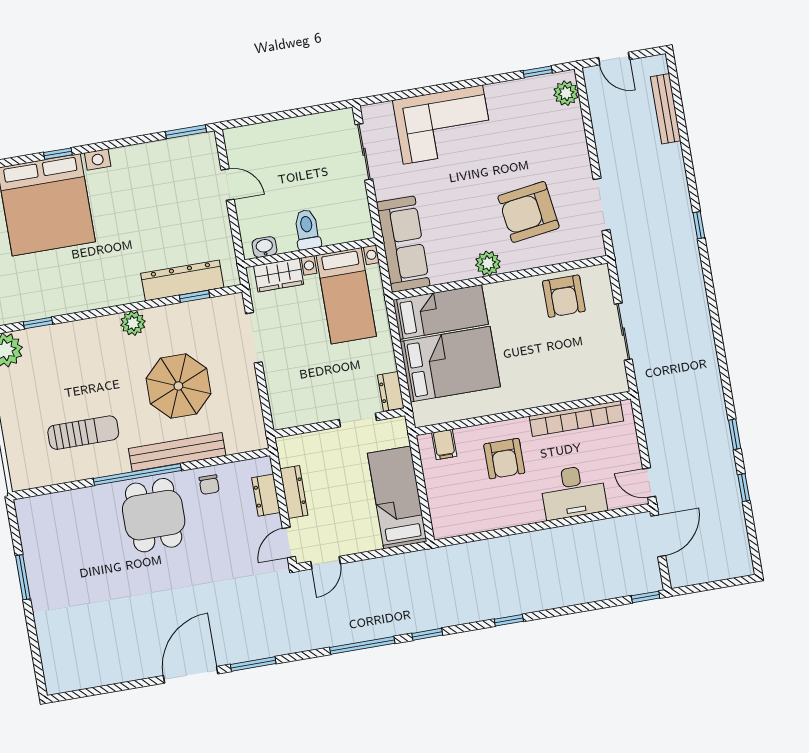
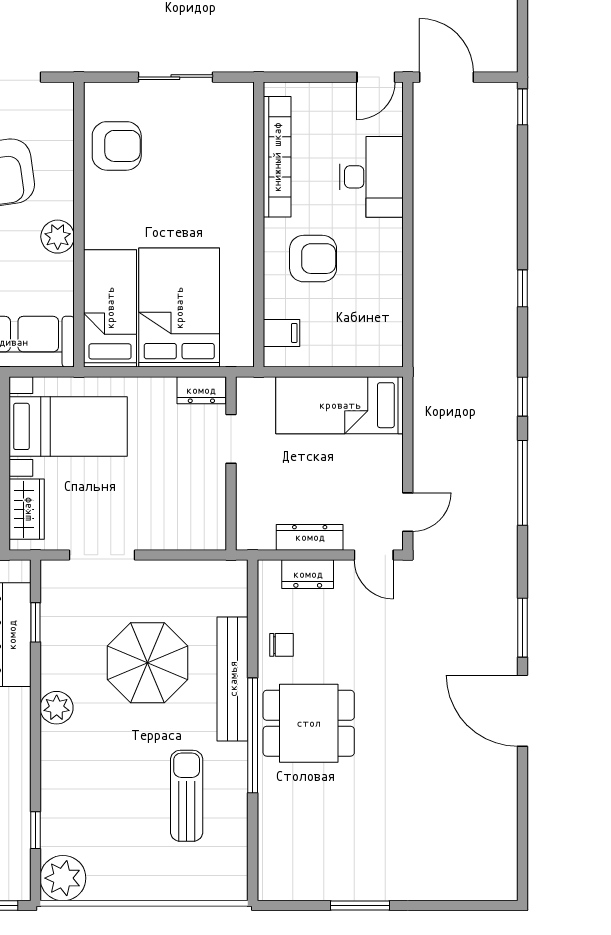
door: (325, 563) -> (408, 512), hinge flipped

